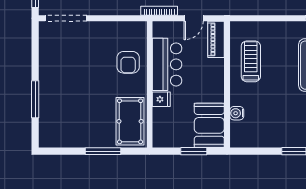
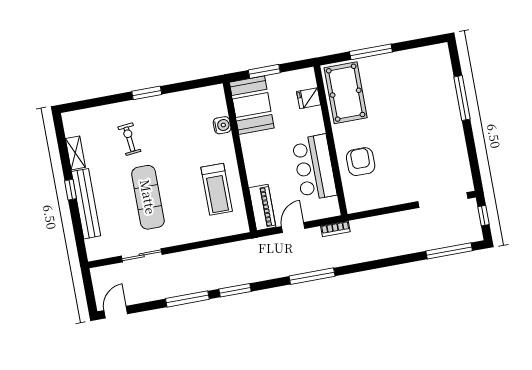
bookcase: (159, 11) -> (335, 229), width x0.64
fridge: (161, 99) -> (309, 98), moved

